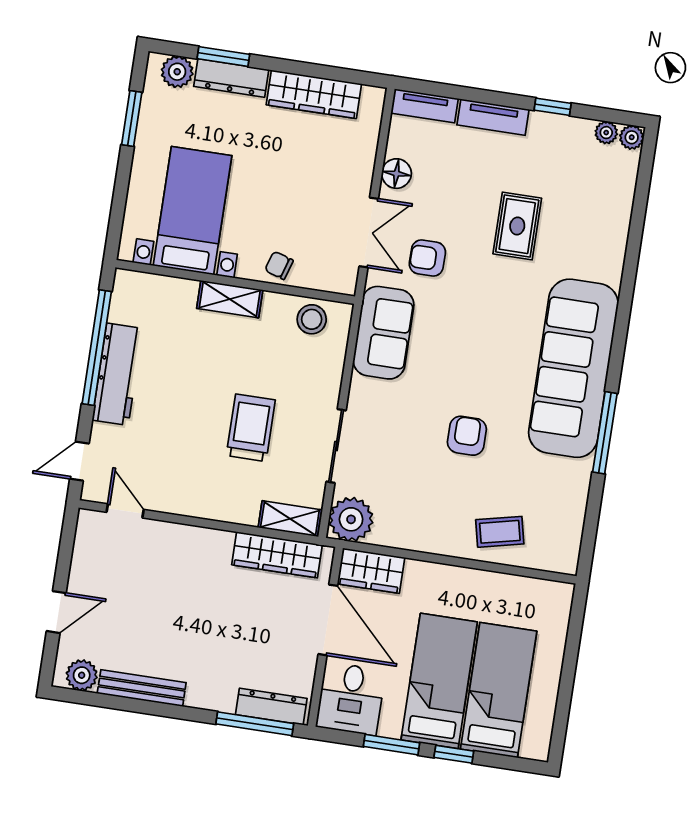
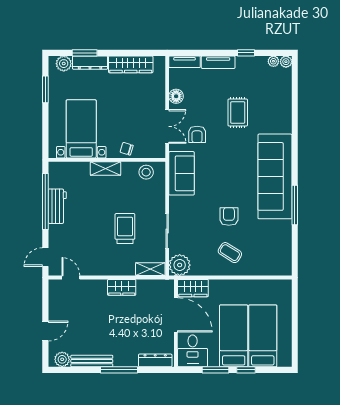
armchair: (427, 258) -> (197, 134), turned -90
workbench: (117, 374) -> (57, 206), width x0.73
coffee table: (500, 532) -> (230, 253), moved, turned 45
wardrobe: (277, 555) -> (122, 287), moved, width x0.67
window: (255, 724) -> (119, 370), moved

